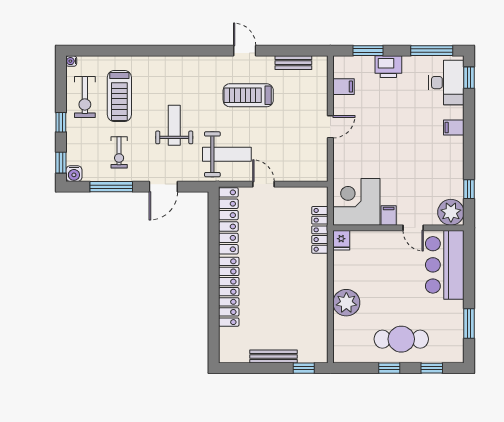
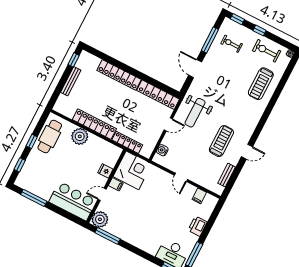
window: (368, 51) -> (212, 219), removed
treadmill: (119, 96) -> (261, 84), moved, turned -90
weight bench: (174, 125) -> (226, 92), removed
filing cabinet: (454, 128) -> (146, 245), removed
exercise bike: (119, 152) -> (232, 44), moved
water cooler: (74, 174) -> (162, 150), moved
window: (469, 189) -> (108, 236), width x2.17
fridge: (341, 240) -> (105, 171), moved
locker: (318, 291) -> (94, 124), added
window: (469, 324) -> (34, 198), width x1.44
cafe table: (401, 339) -> (50, 137), moved
window: (304, 368) -> (74, 60), moved

